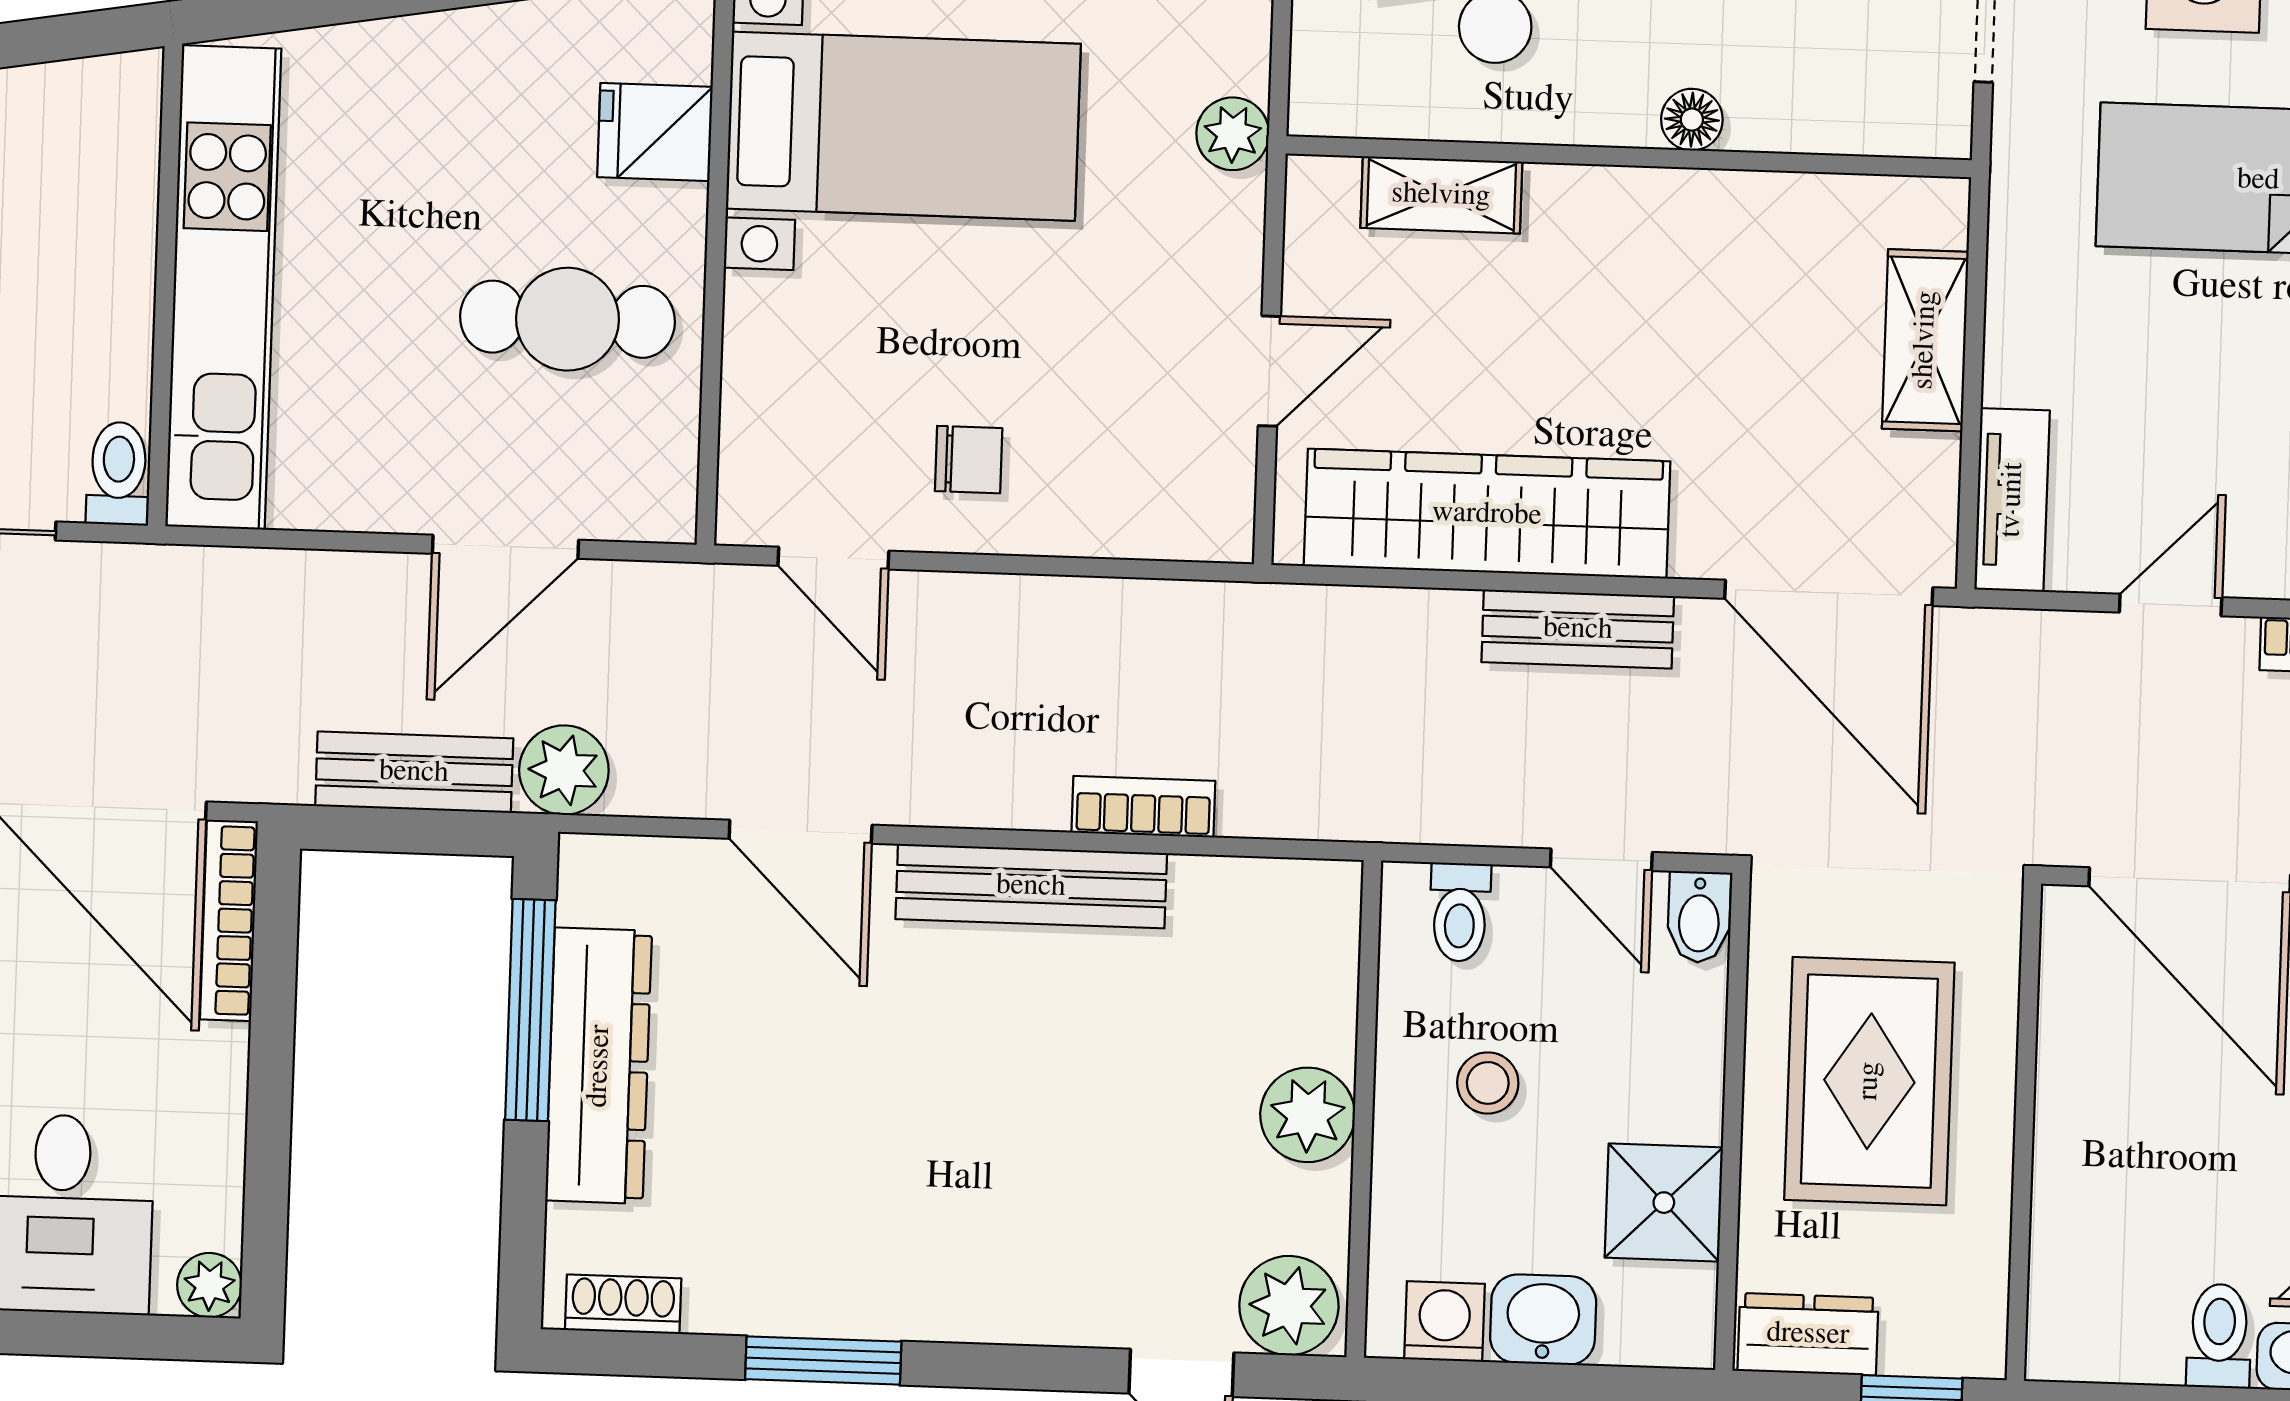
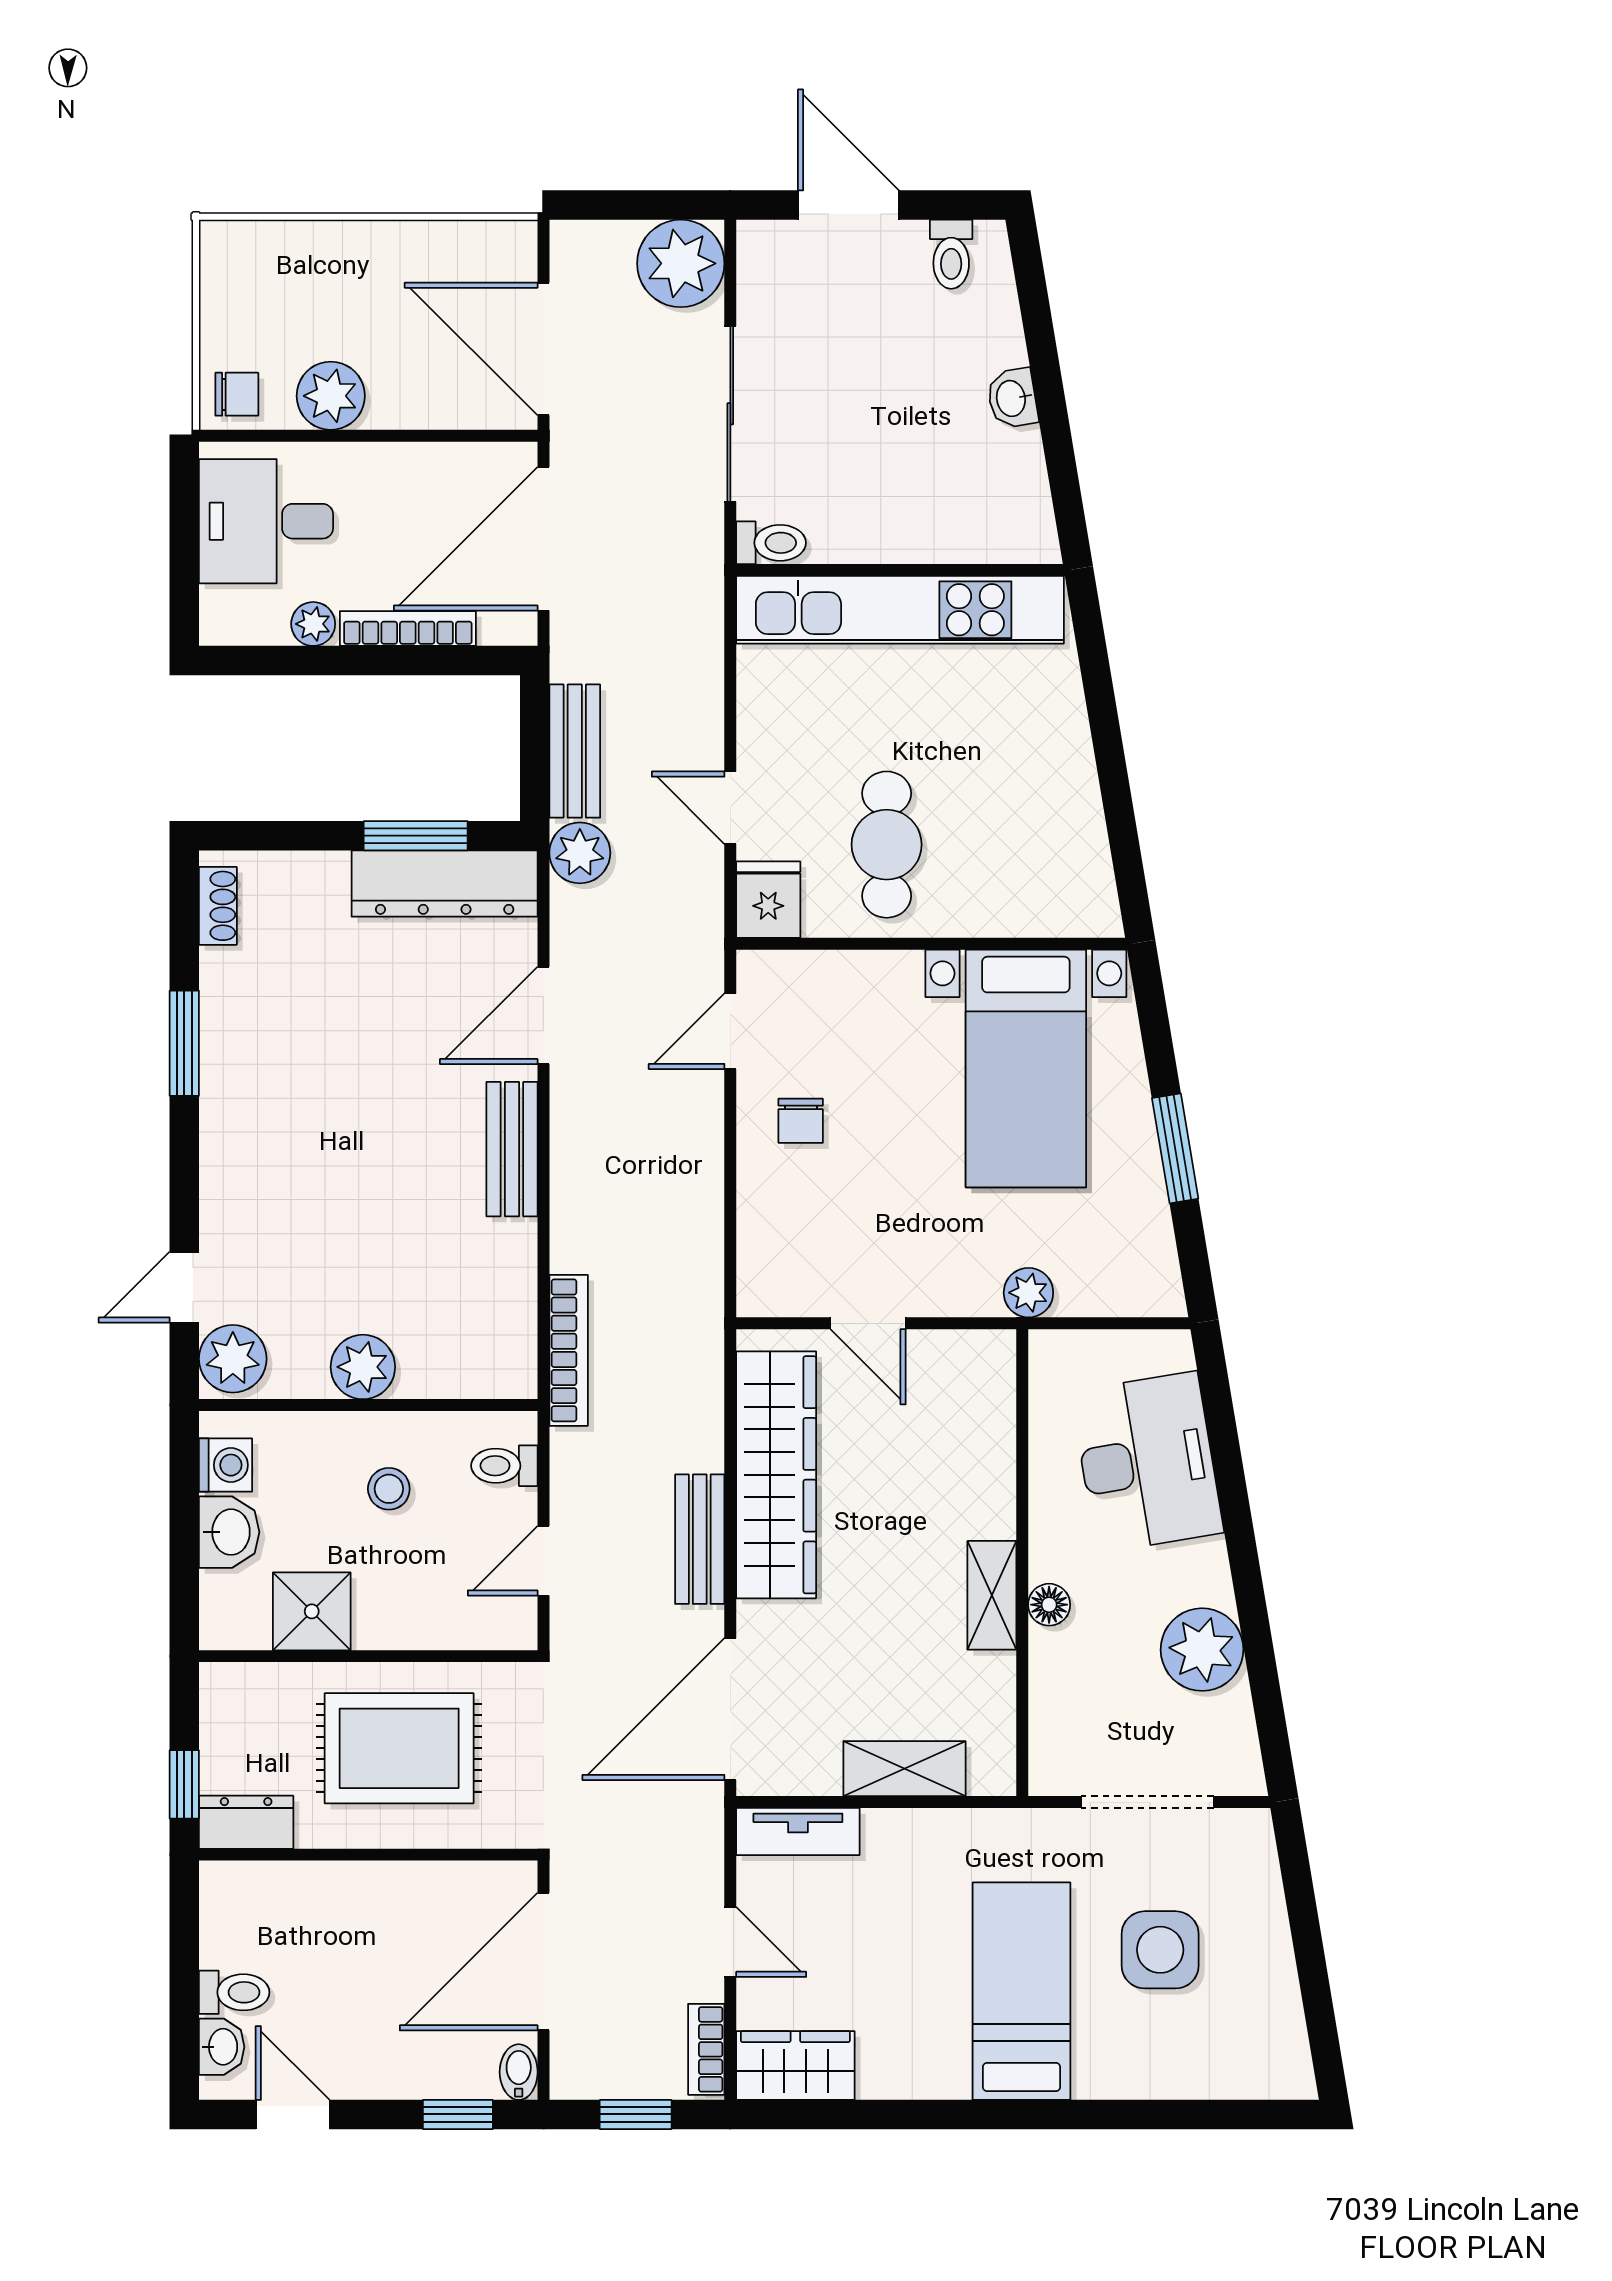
fridge: (655, 132) -> (768, 900), moved
shelving: (1441, 195) -> (992, 1595), moved
door: (505, 547) -> (730, 808), width x0.73
bookcase: (1143, 807) -> (569, 1350), moved, width x1.56
bench: (1031, 886) -> (512, 1149), width x0.73
bidet: (1699, 917) -> (507, 1629), removed
bookcase: (229, 920) -> (408, 629), moved
window: (530, 1010) -> (416, 836), width x0.69
dresser: (599, 1066) -> (445, 883), moved
plant: (209, 1285) -> (313, 624), moved
dresser: (1808, 1334) -> (246, 1822), moved, turned -90

